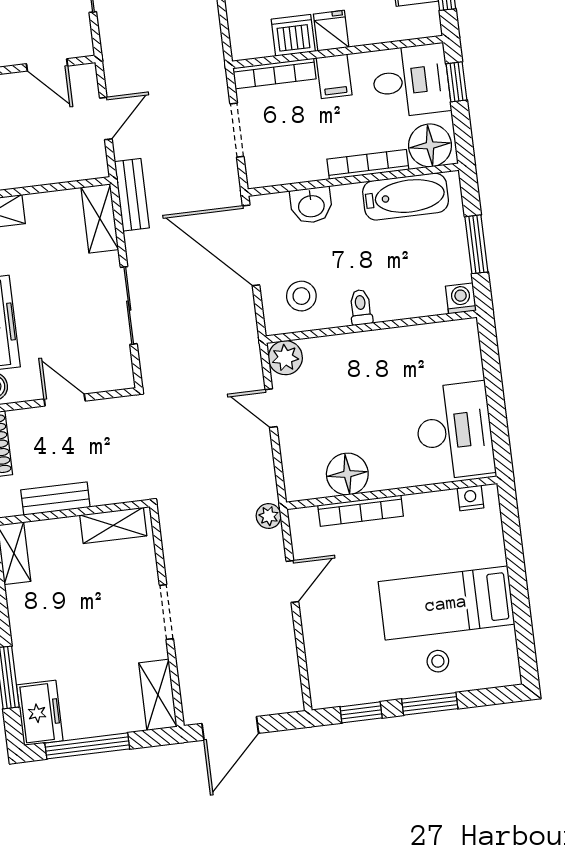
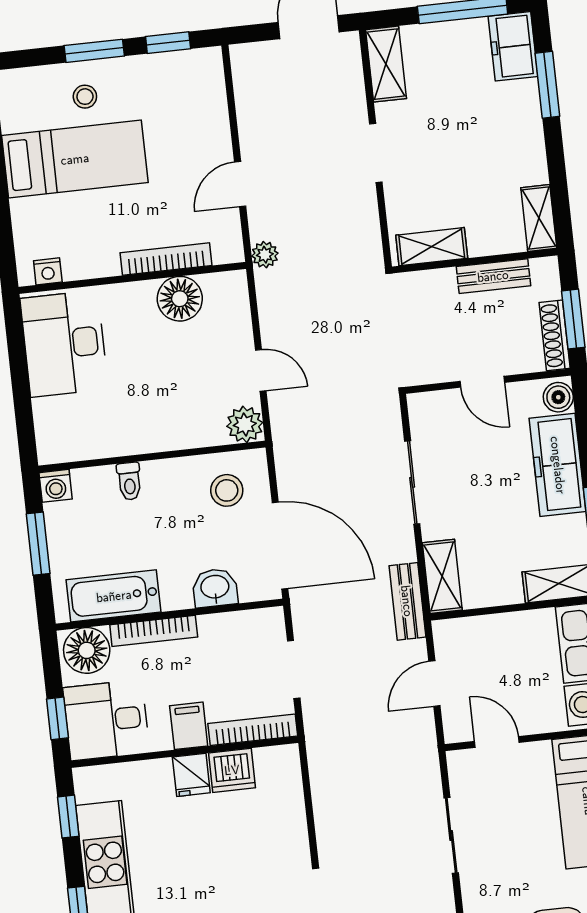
toilet: (361, 307) -> (129, 481), moved

